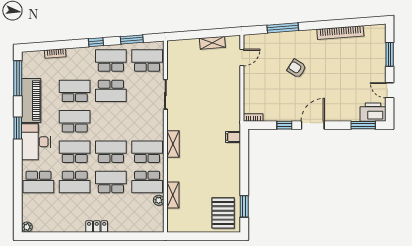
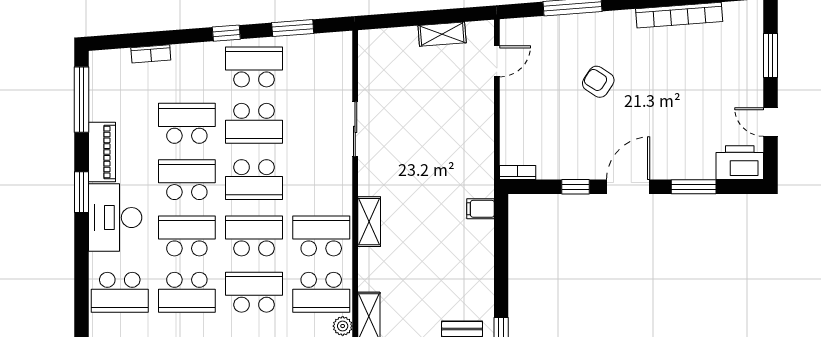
school desk: (147, 61) -> (254, 180), moved, turned 180
piano: (31, 101) -> (102, 152), width x0.73, depth x0.75
window: (363, 125) -> (694, 187), moved

